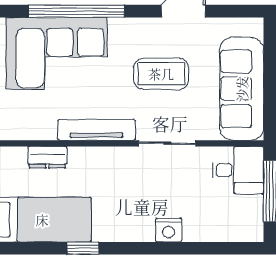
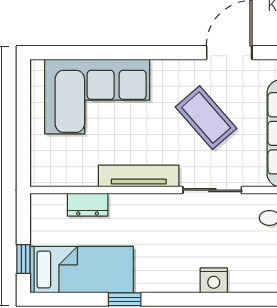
window: (76, 11) -> (118, 53), removed
coffee table: (161, 74) -> (206, 118), turned 49

